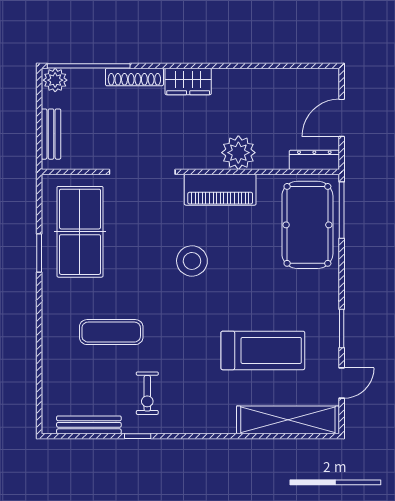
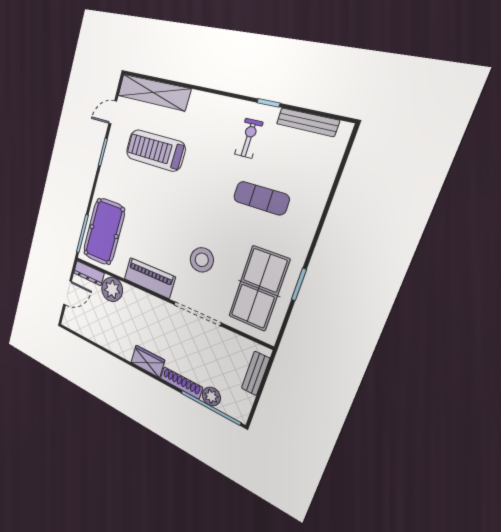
plant: (55, 80) -> (211, 396), moved
plant: (238, 153) -> (112, 289), moved
stool: (192, 261) -> (202, 260), moved

